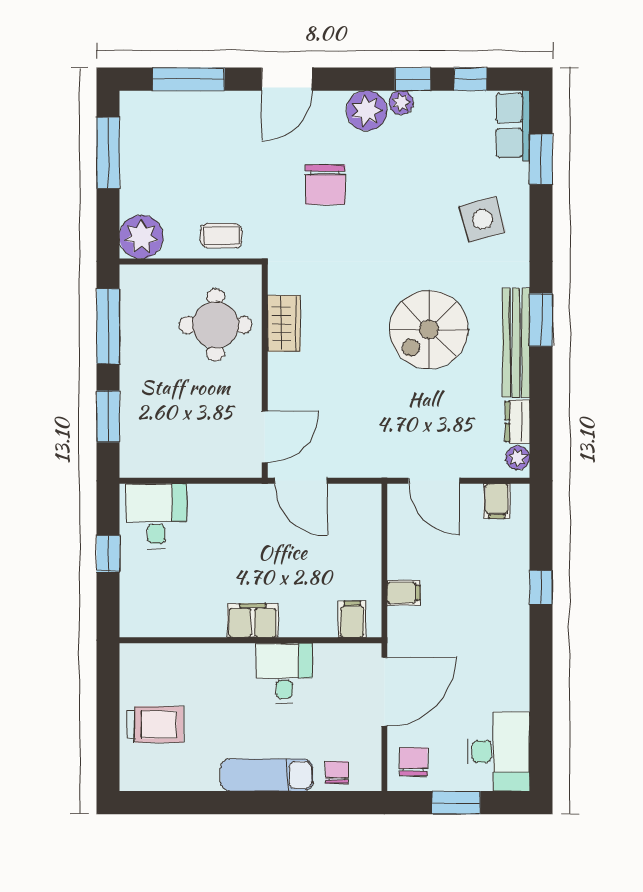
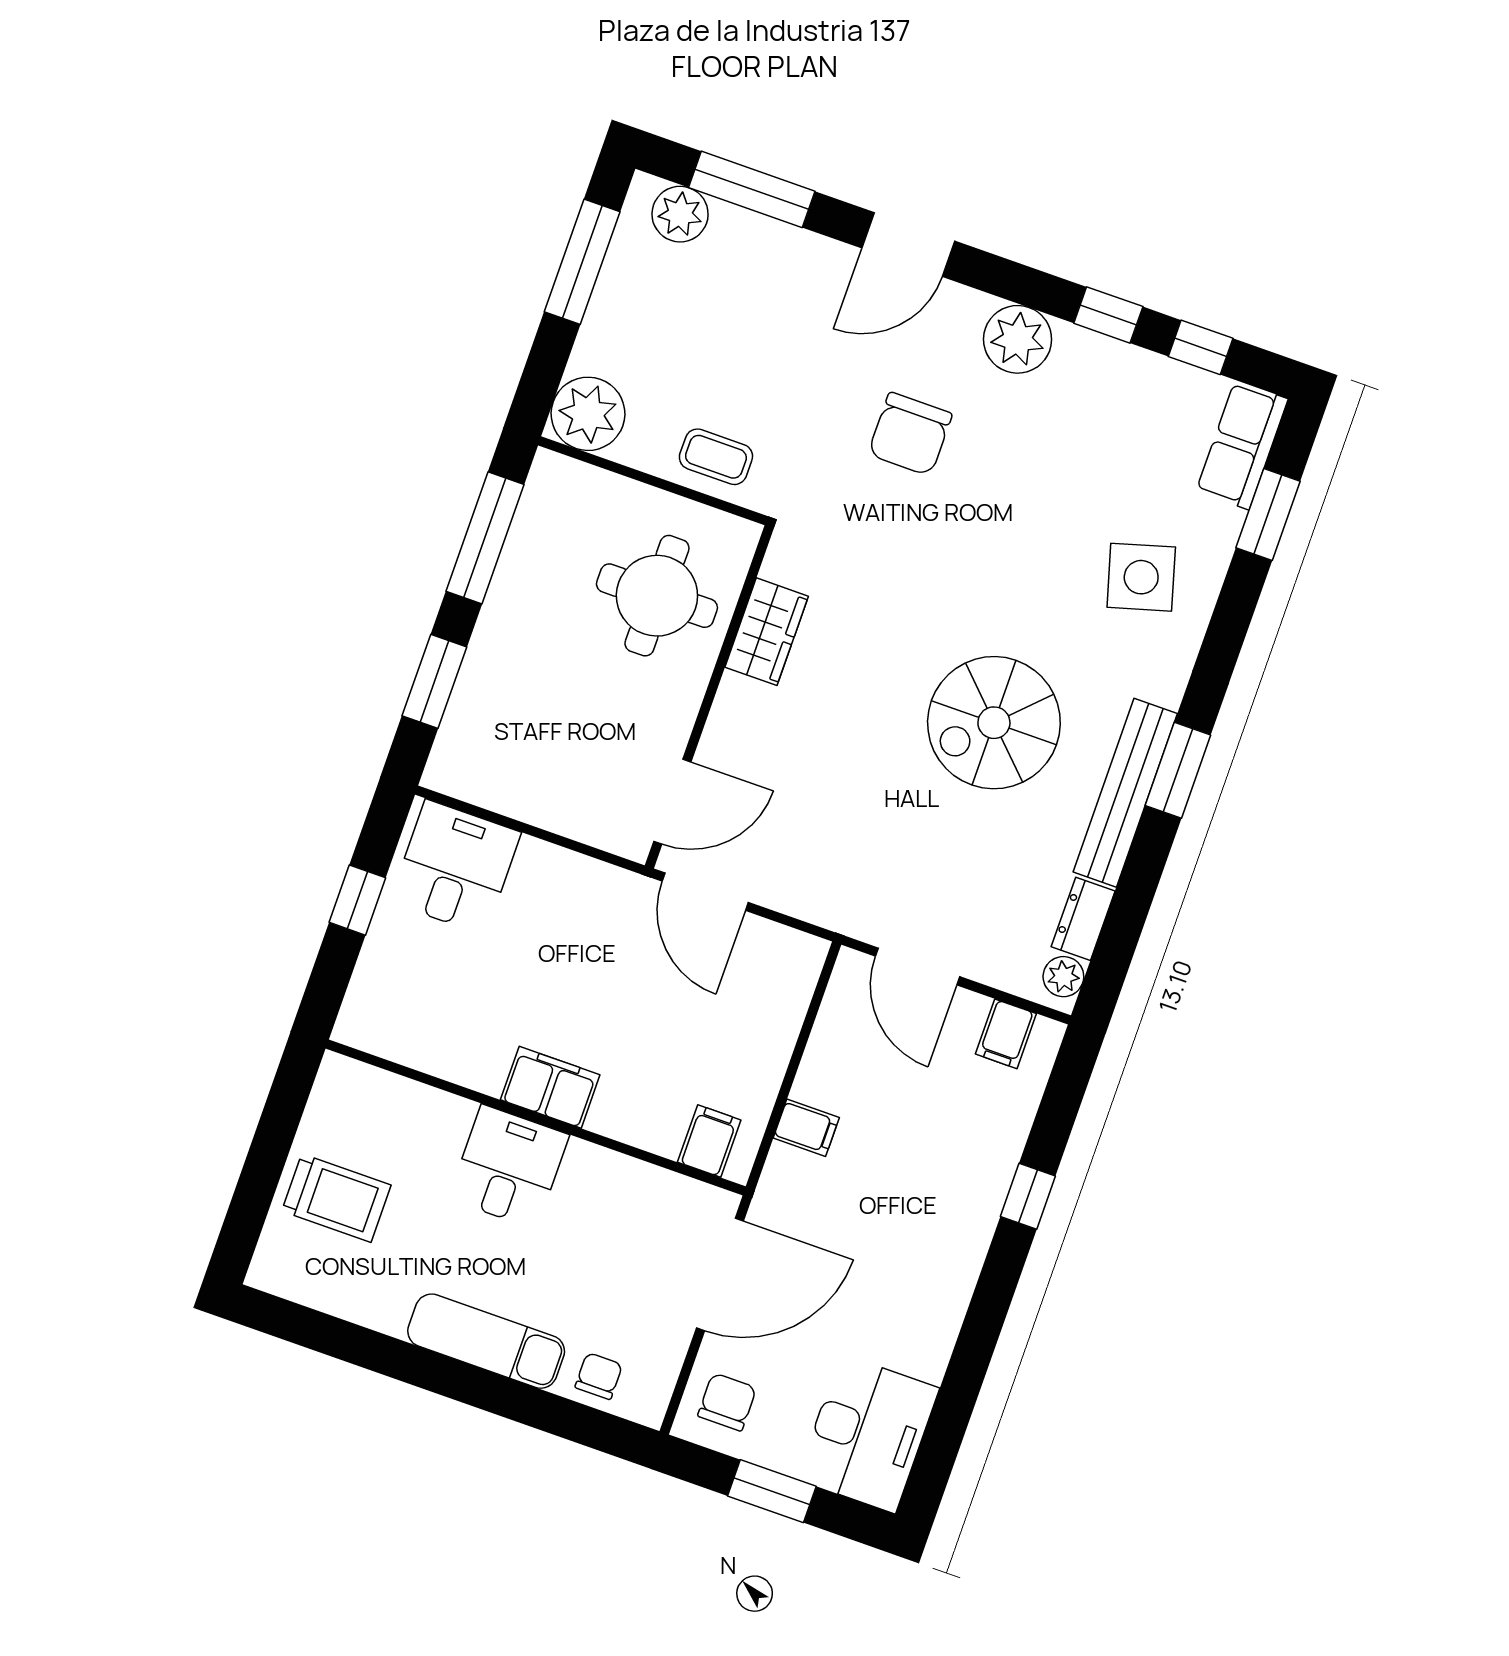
plant: (401, 103) -> (680, 214), moved, width x1.38, depth x1.38
desk: (284, 673) -> (509, 1167), moved

